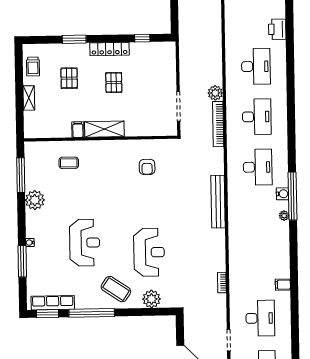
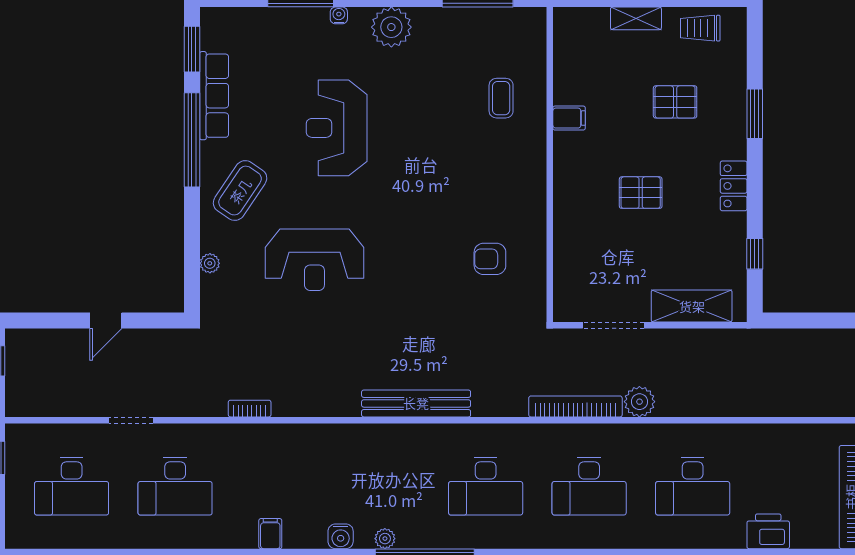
locker: (109, 49) -> (734, 186), width x0.66
pallet: (114, 83) -> (641, 193), moved
shelving: (104, 129) -> (692, 306), moved, turned 90
water cooler: (283, 194) -> (341, 536), moved
plant: (35, 200) -> (391, 27), moved
reception desk: (85, 243) -> (337, 128), turned 90
filing cabinet: (283, 285) -> (270, 534), moved
plant: (152, 299) -> (210, 263), width x0.53, depth x0.53
row of seats: (53, 303) -> (214, 96), moved

